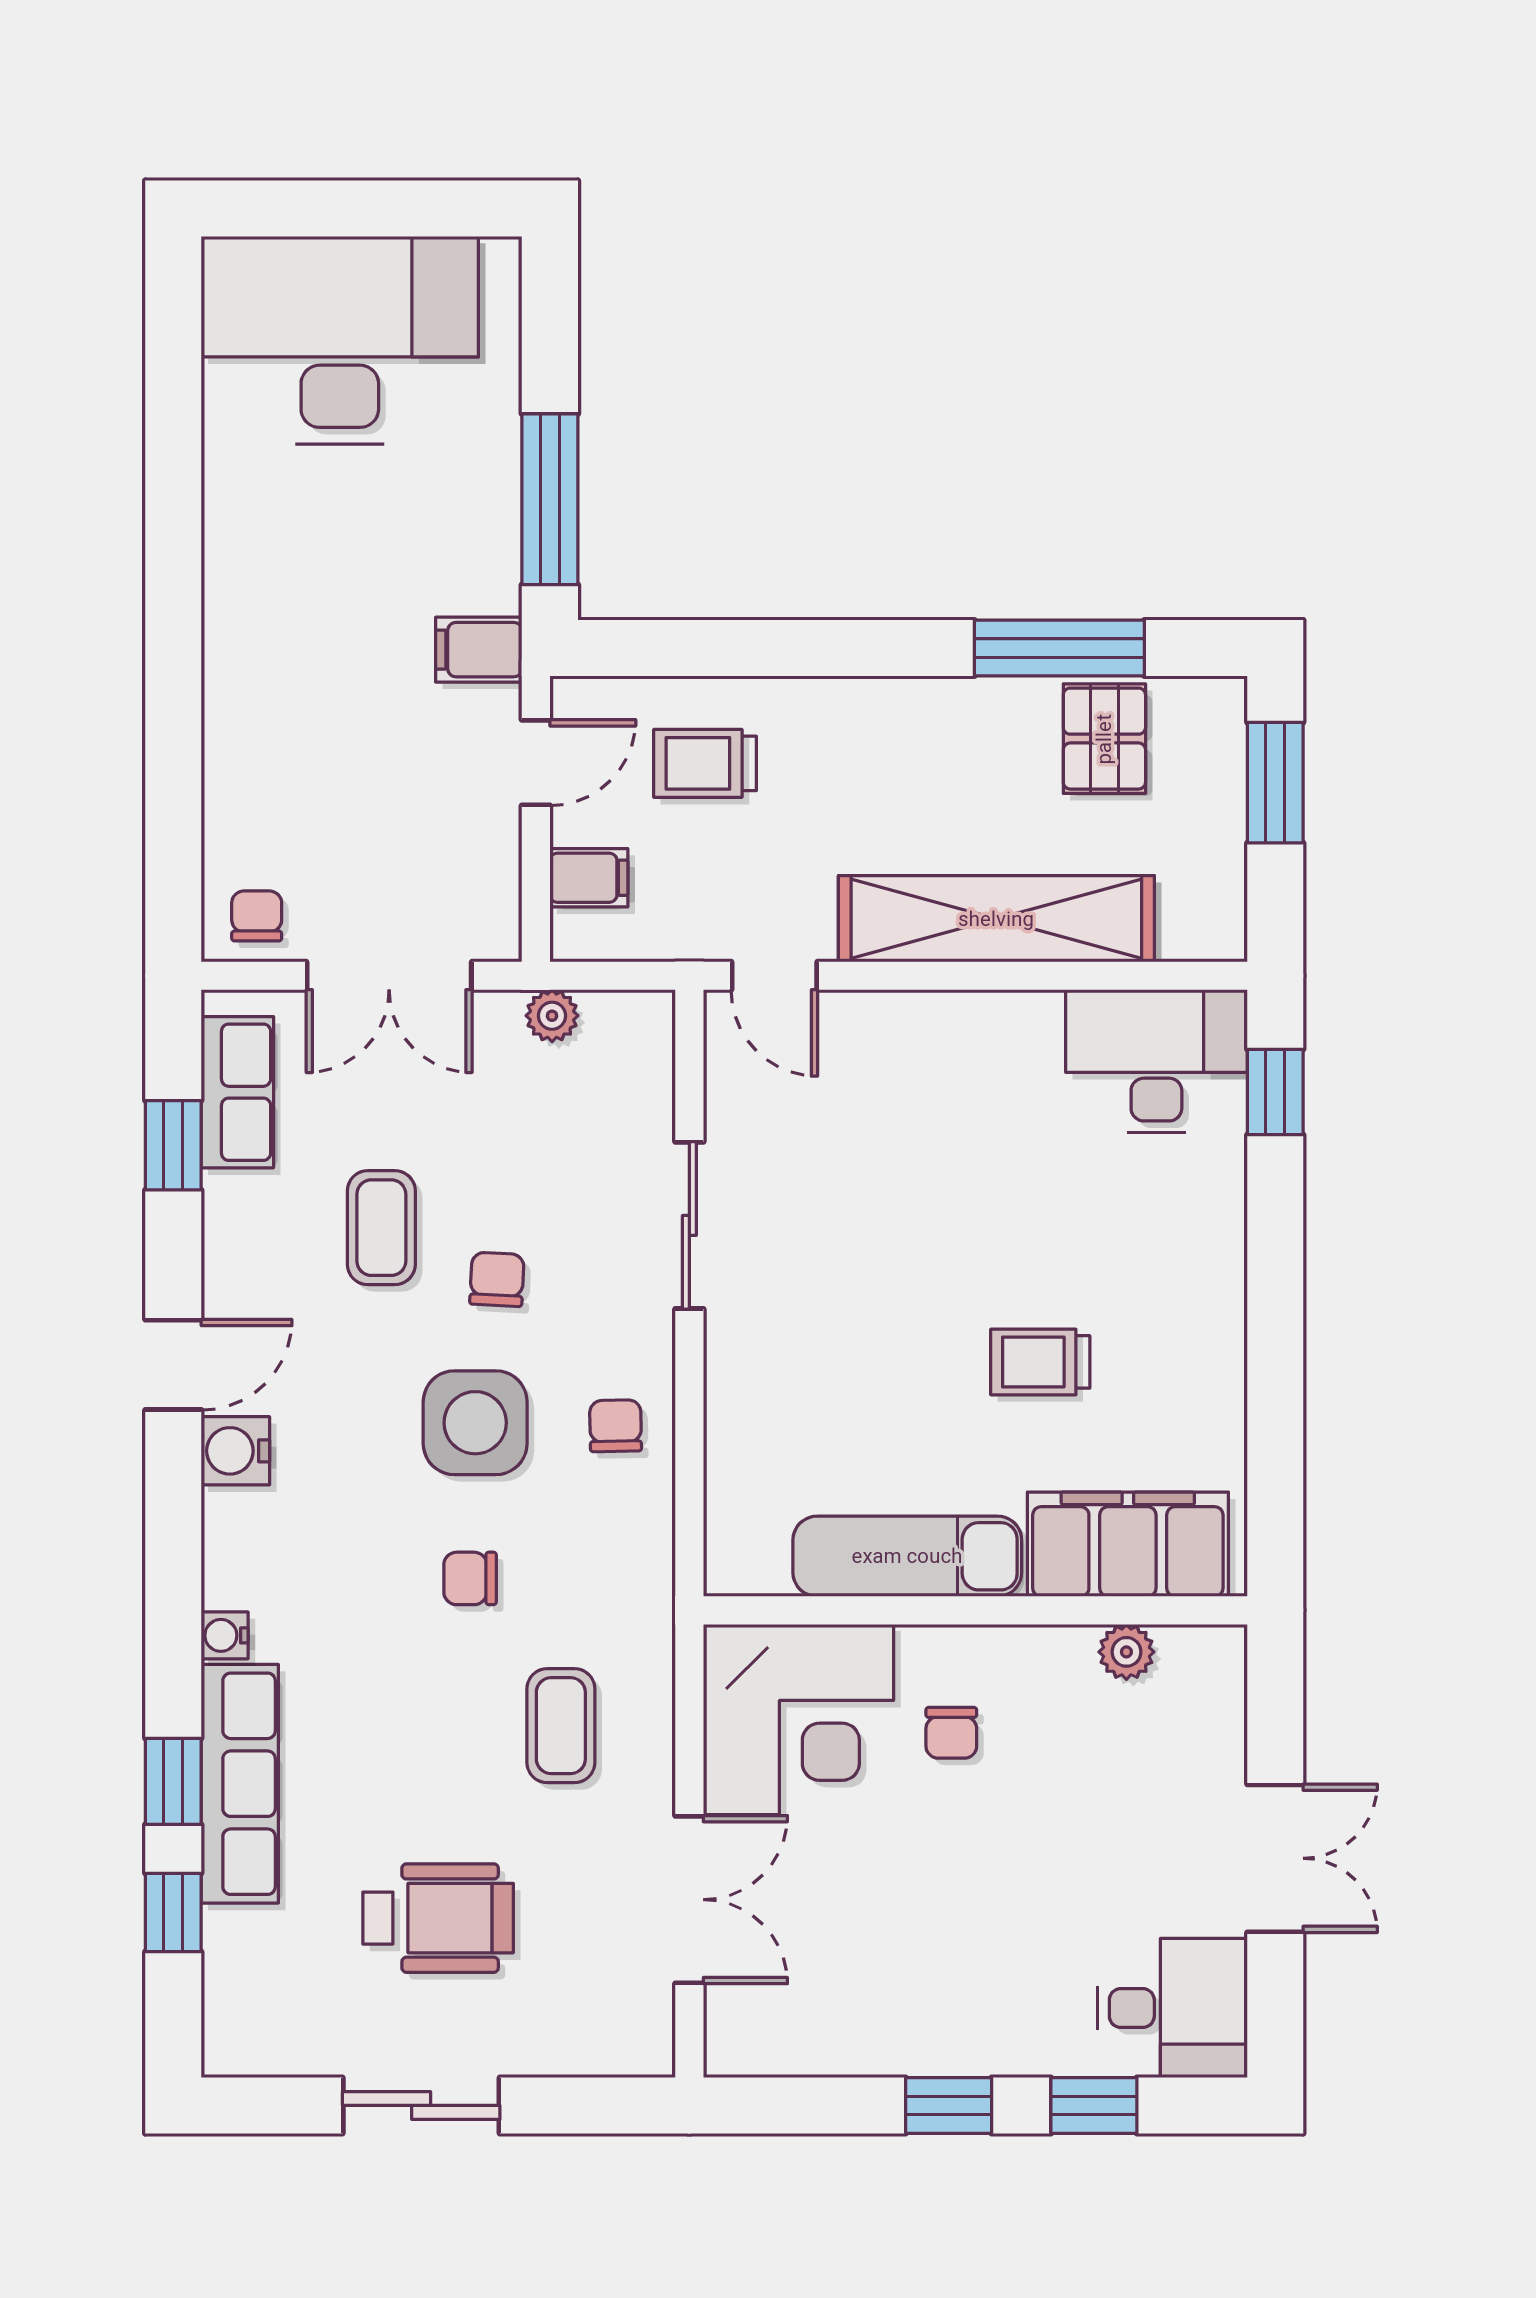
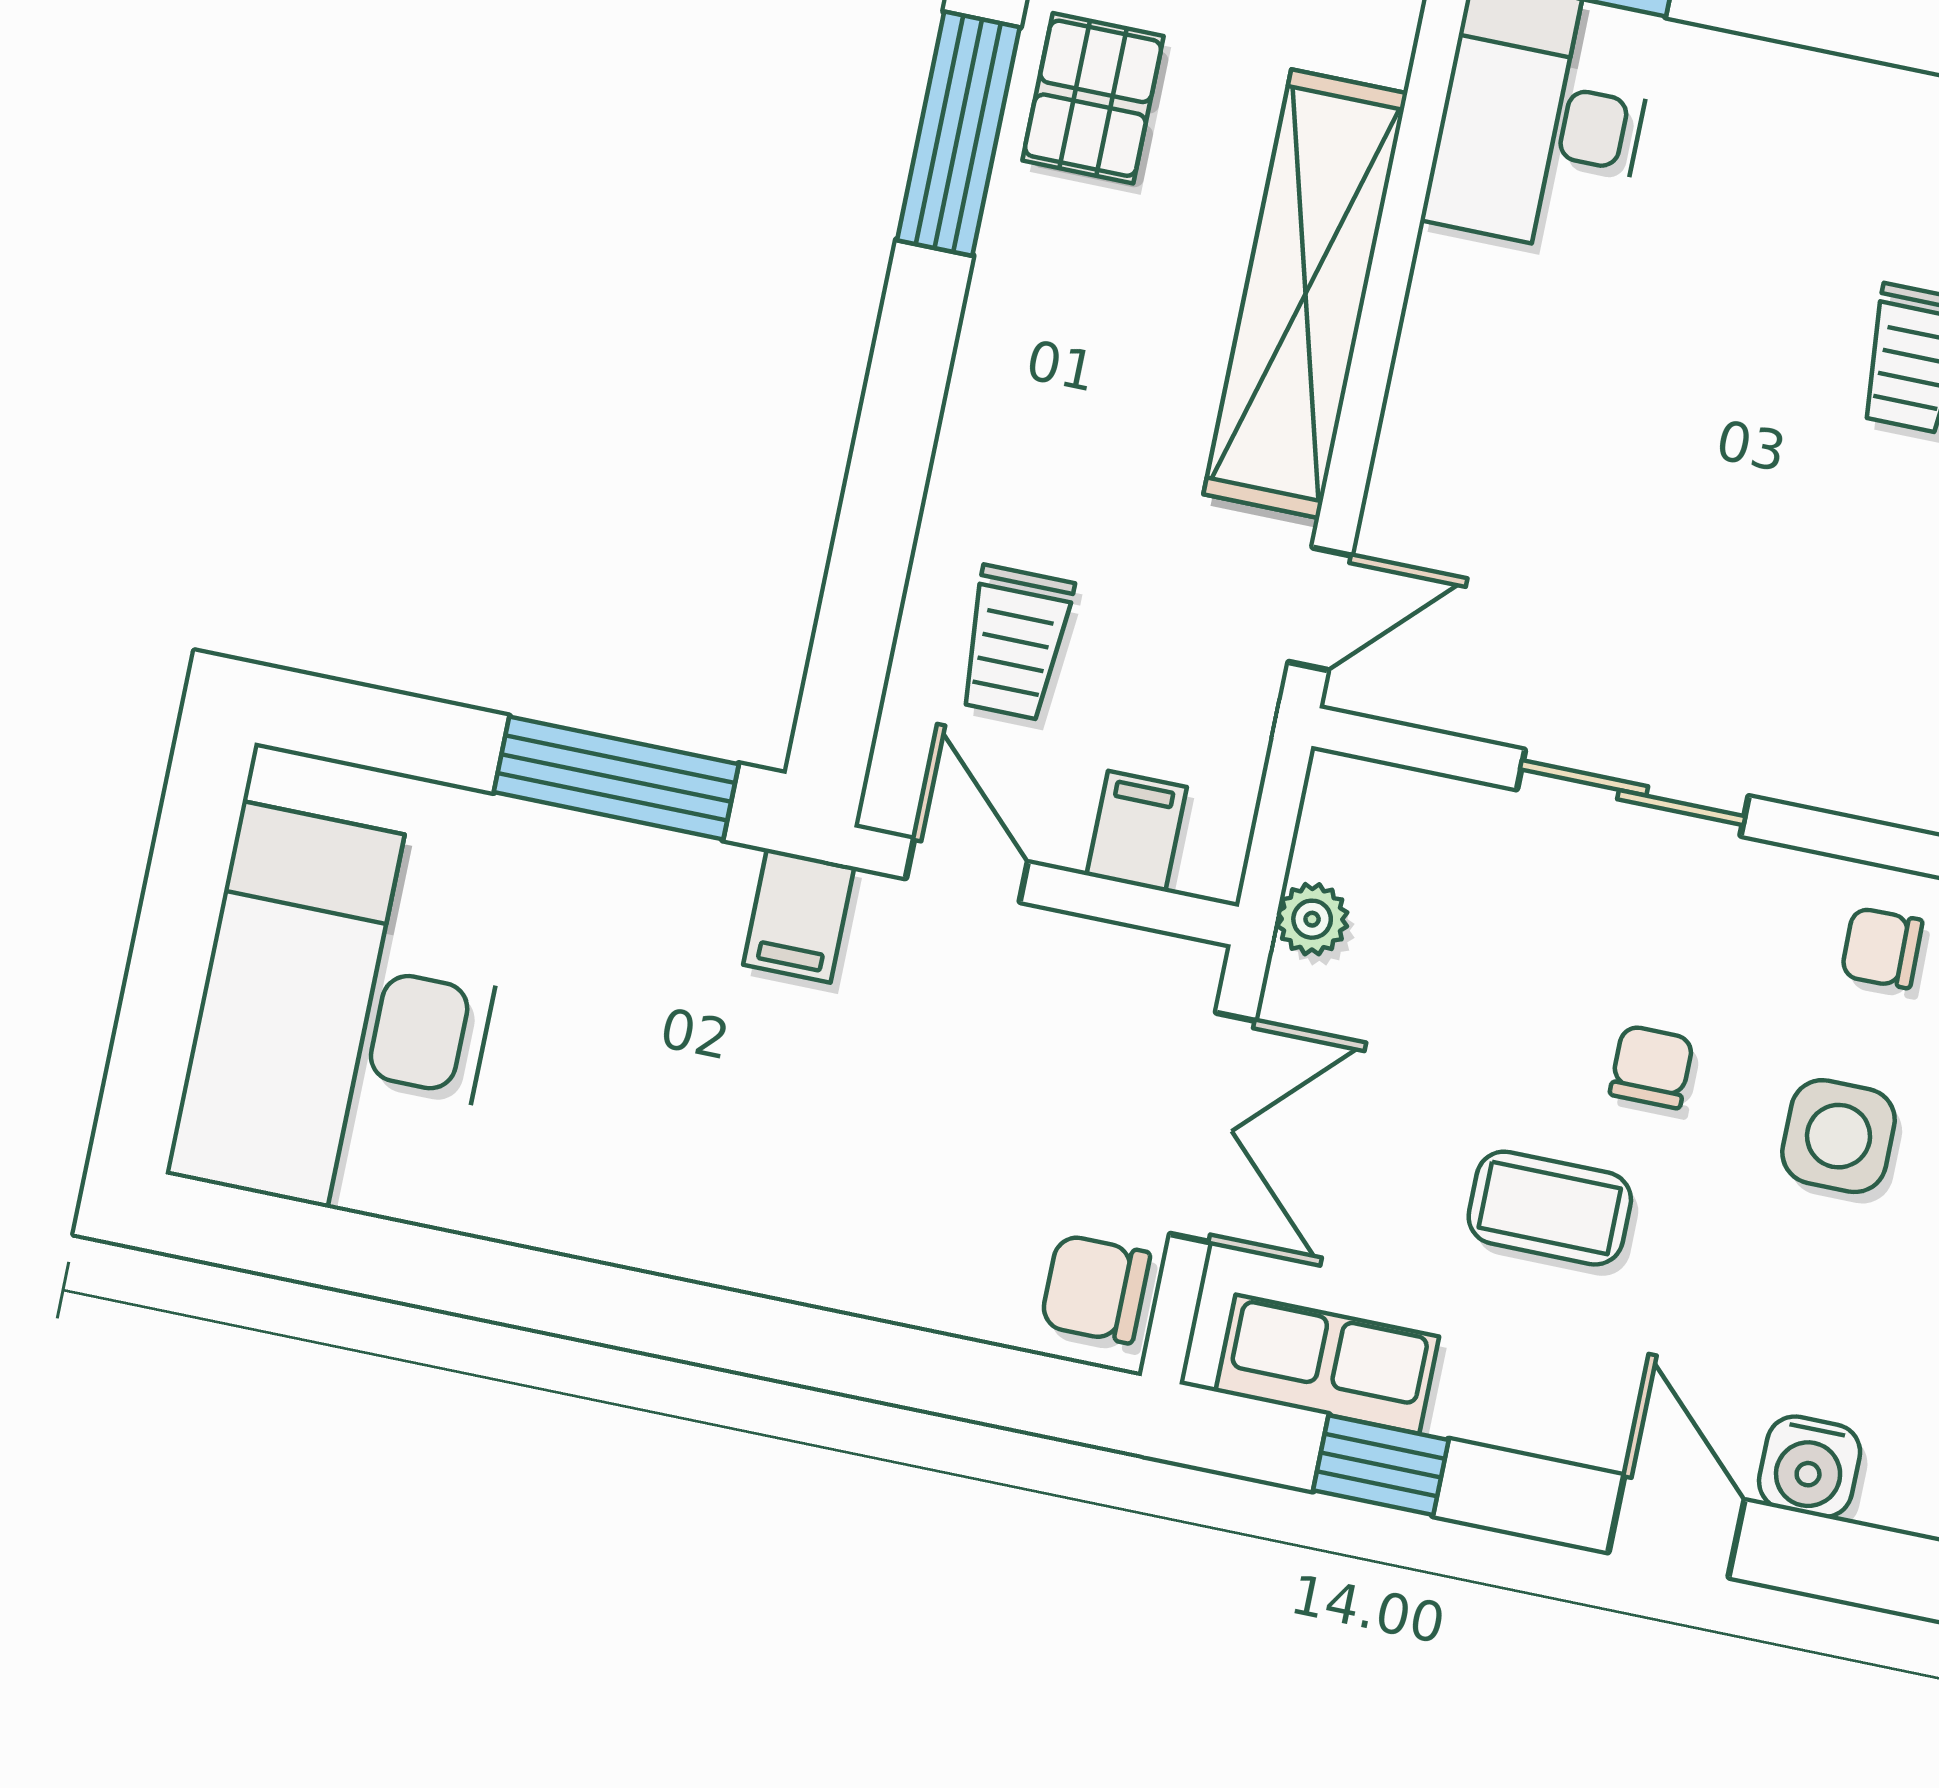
pallet: (1104, 739) -> (1093, 98), turned 90
chair: (257, 916) -> (1095, 1289), width x1.37, depth x1.37
chair: (497, 1279) -> (1652, 1067), turned 87
side table: (475, 1423) -> (1839, 1136), width x0.73, depth x0.73

